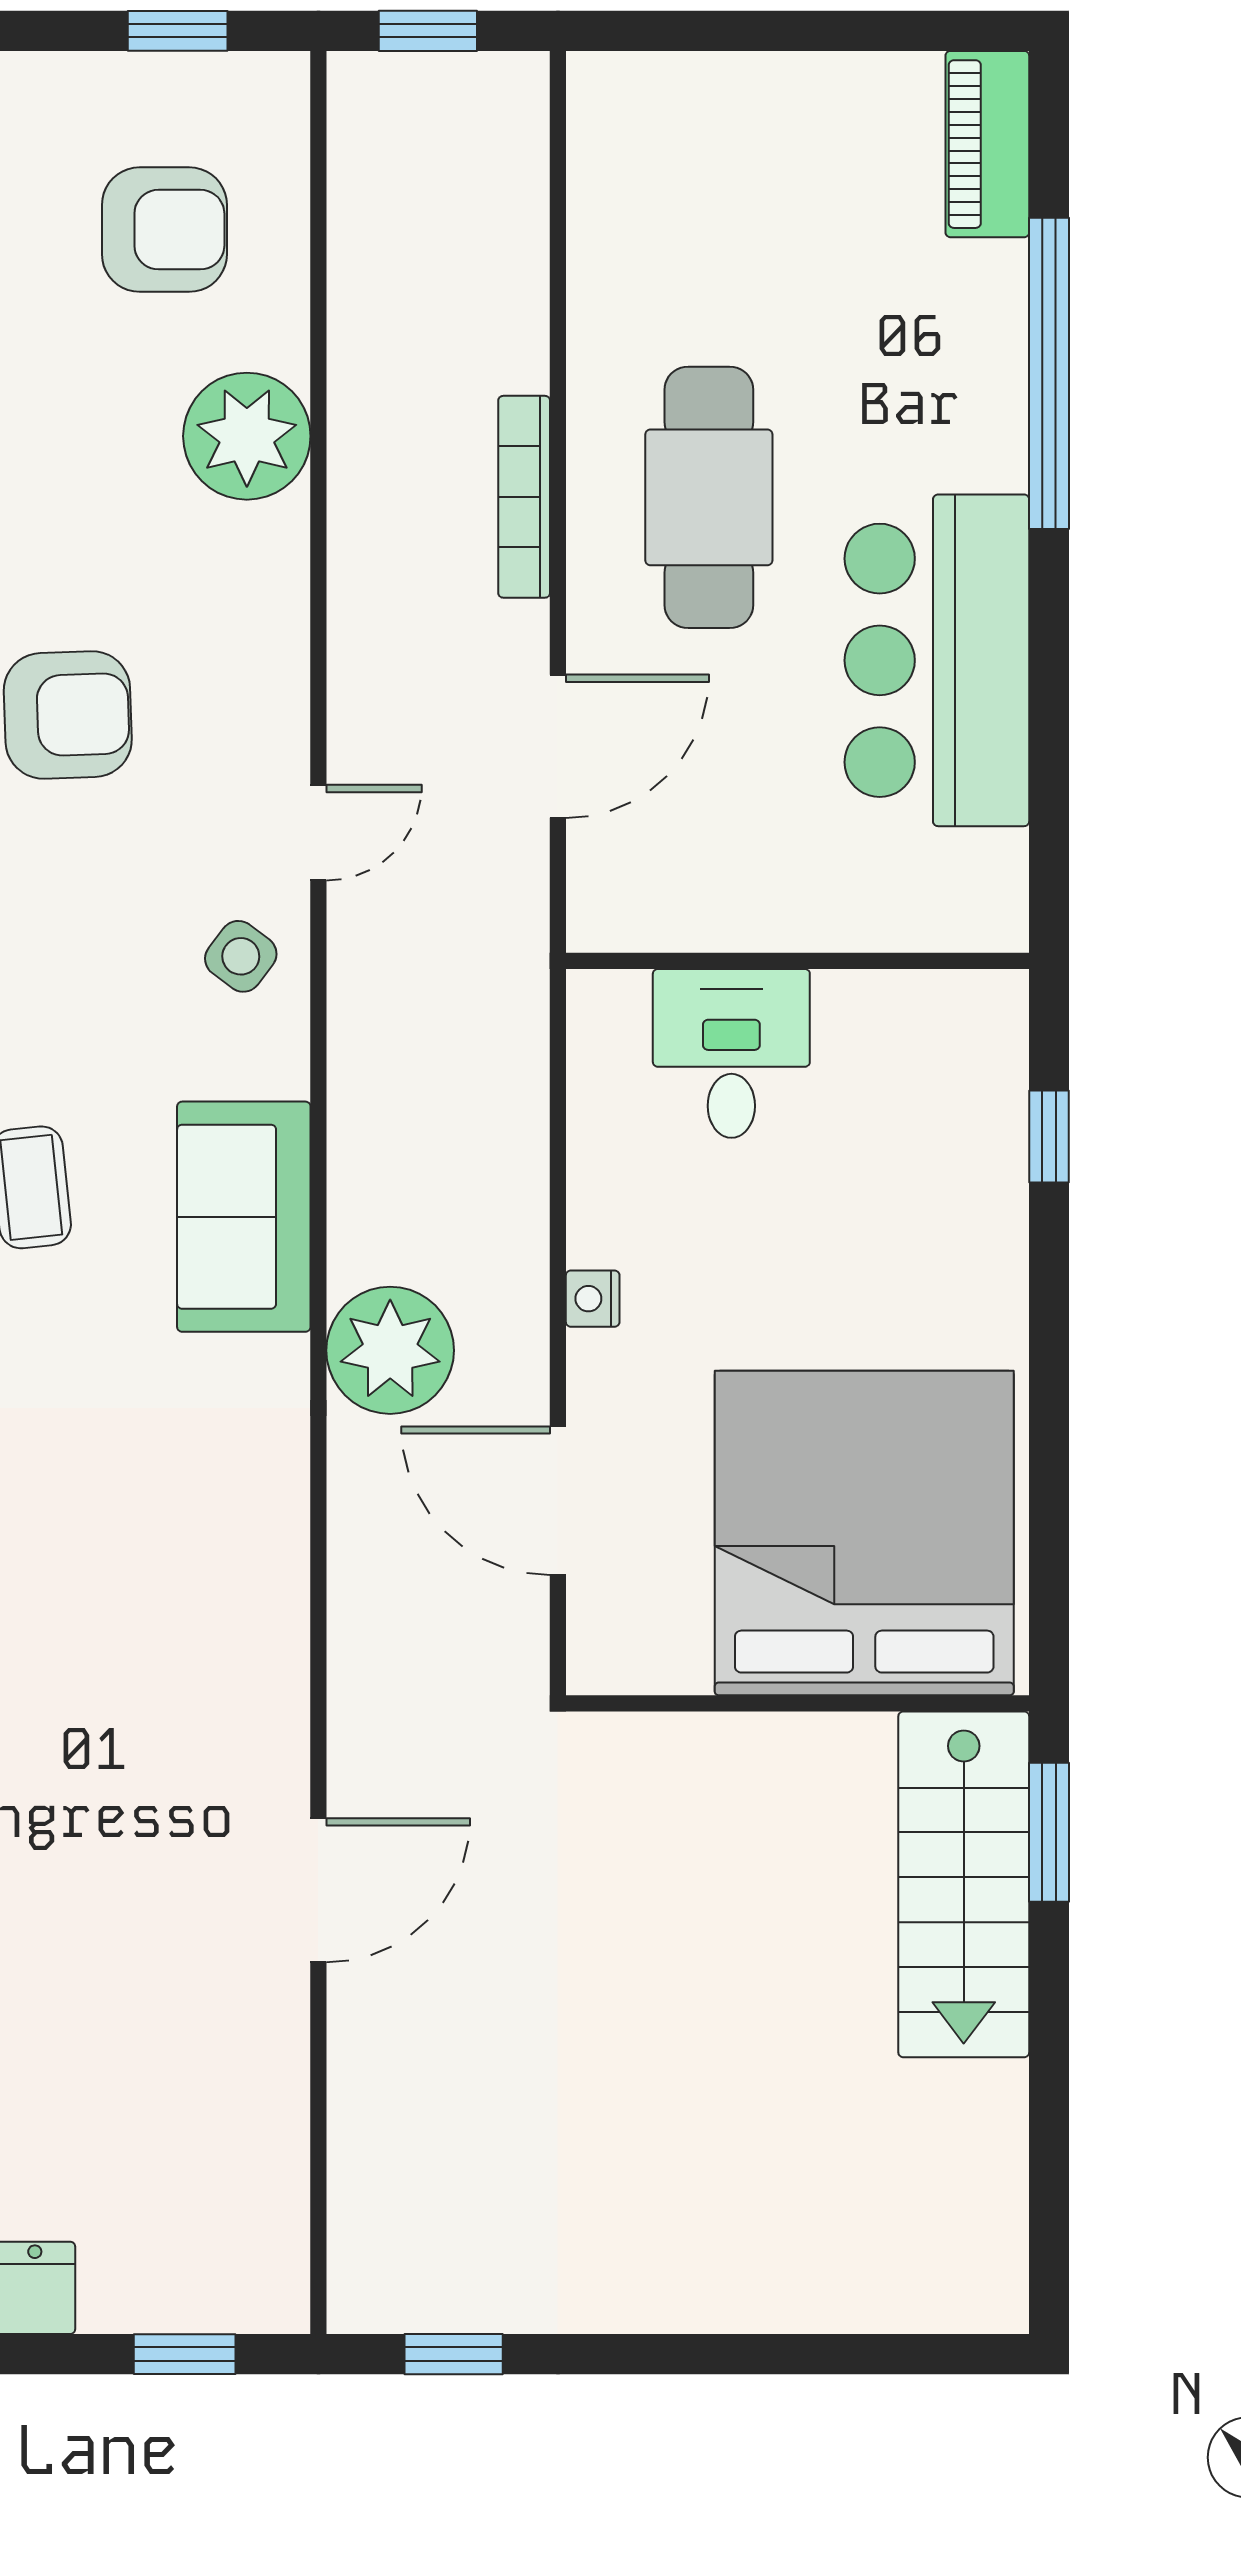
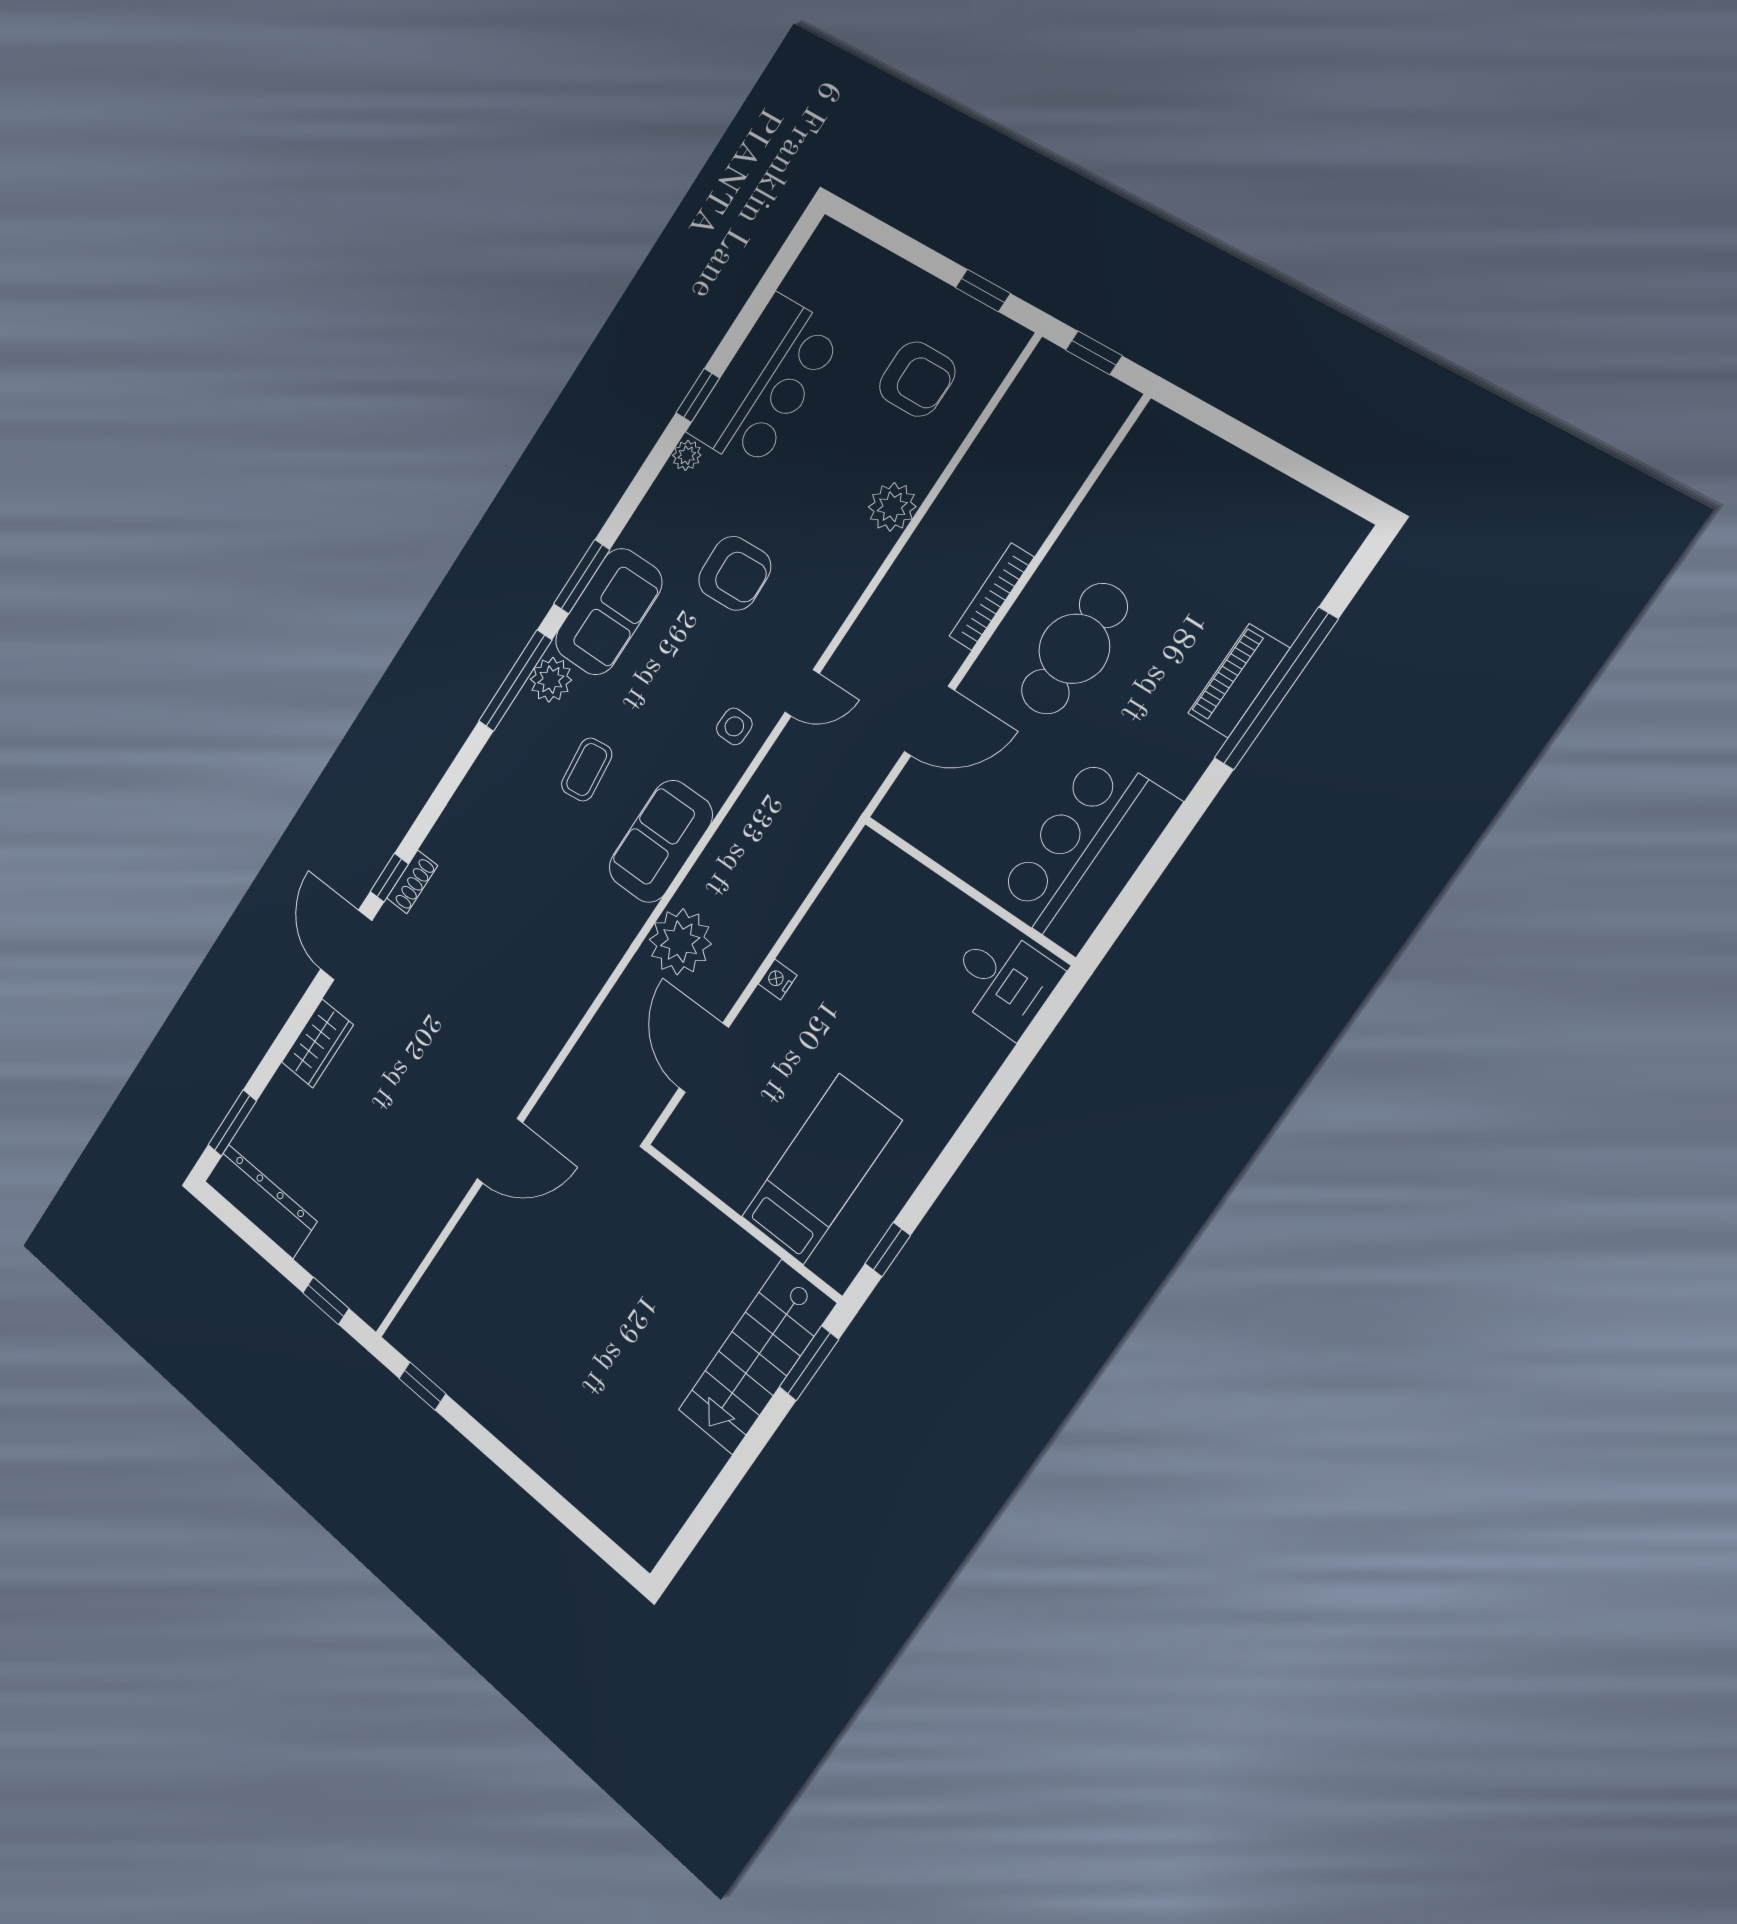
piano: (987, 144) -> (1239, 681), moved
plant: (247, 436) -> (892, 507), width x0.73, depth x0.73
bar counter: (937, 660) -> (1087, 852), moved
side table: (241, 956) -> (734, 726), turned -35
desk: (731, 1053) -> (1003, 980), moved, turned 90
window: (1049, 1137) -> (888, 1250), moved
bed: (864, 1533) -> (821, 1169), width x0.49

